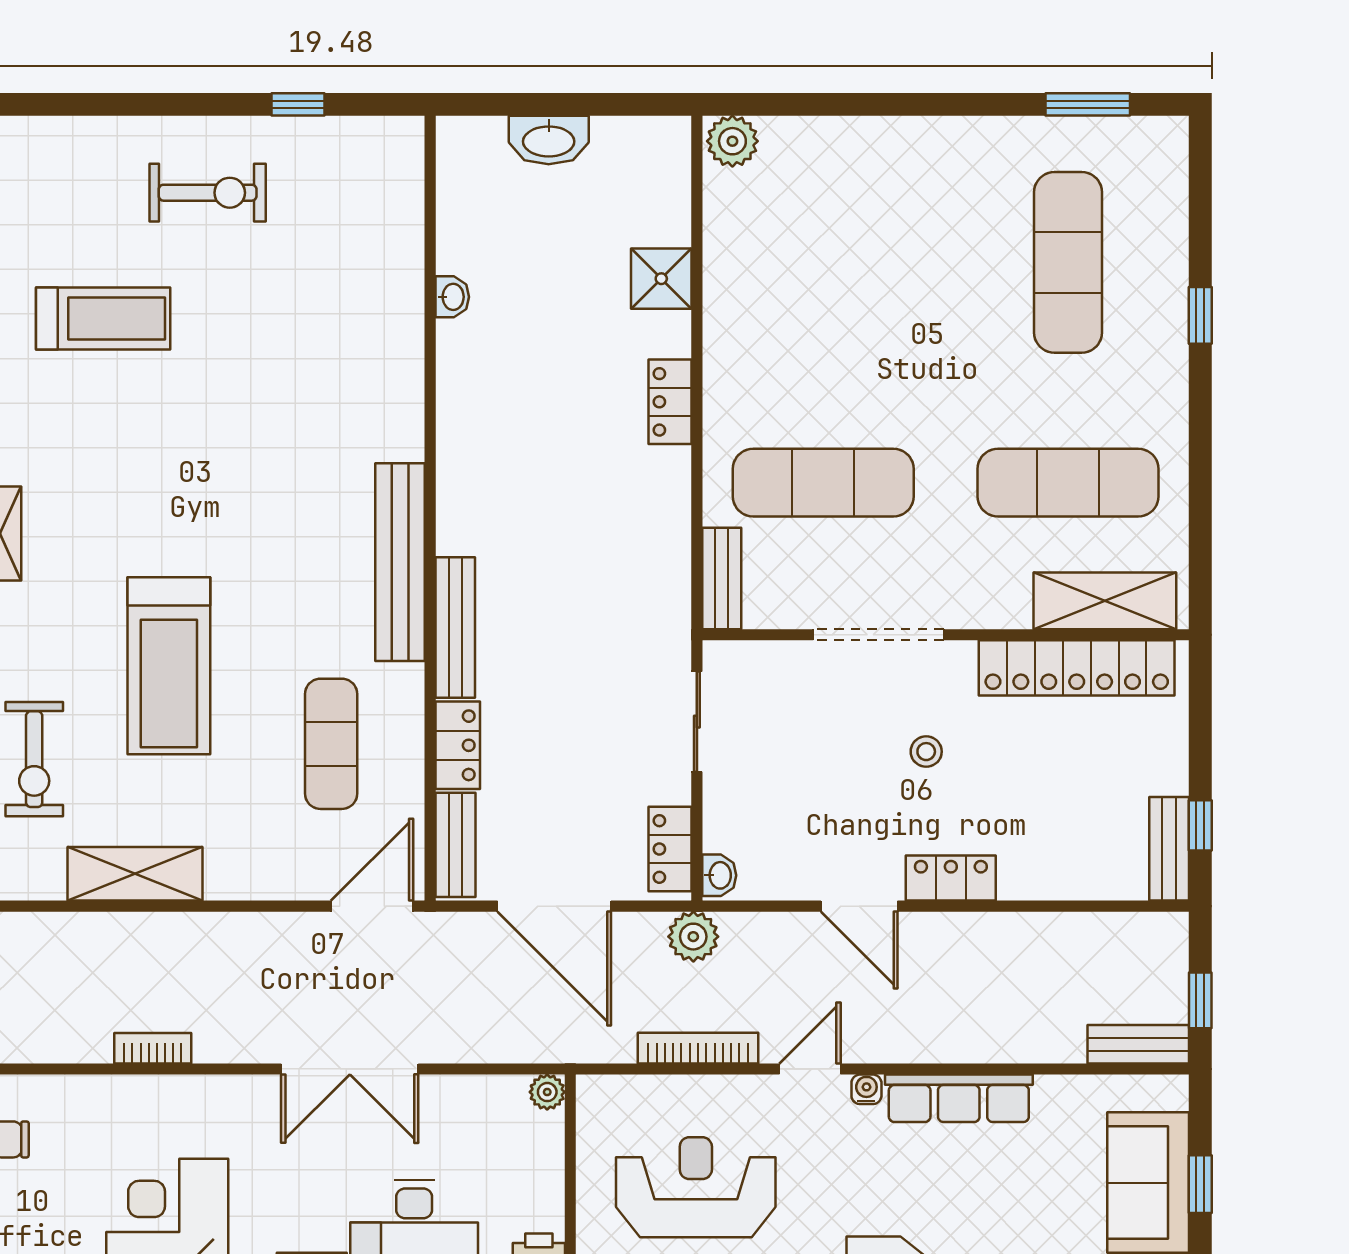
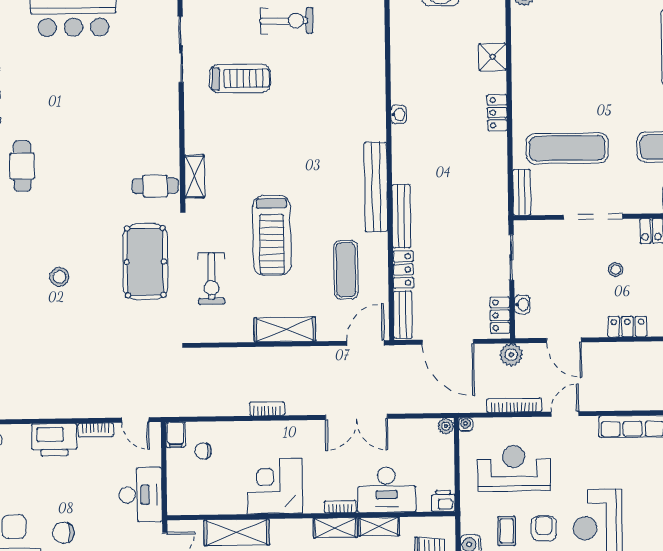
washbasin: (452, 297) -> (399, 114), moved
shelving: (135, 874) -> (285, 329), moved
washbasin: (719, 875) -> (522, 304), moved
door: (859, 906) -> (564, 340), moved
water cooler: (866, 1089) -> (466, 425), moved

